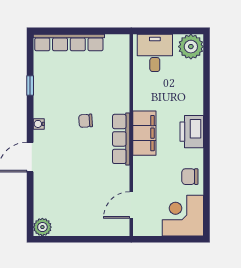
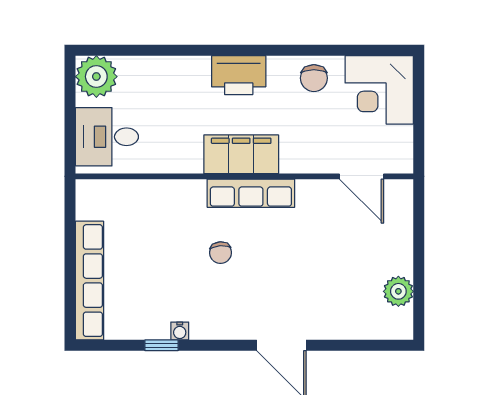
water cooler: (39, 124) -> (180, 331), moved
plant: (42, 227) -> (398, 291), moved

